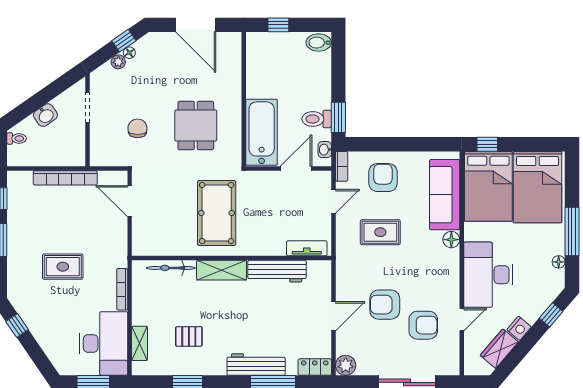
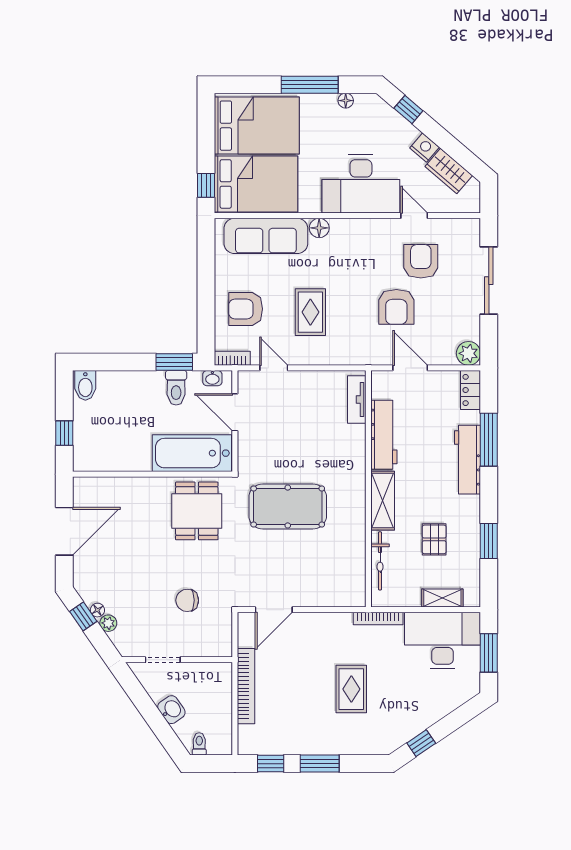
dining table: (196, 125) -> (197, 511), moved, turned 90
tv unit: (307, 248) -> (357, 399), moved
wall: (232, 258) -> (368, 489), moved
bicycle: (171, 268) -> (380, 561), moved
shelving: (222, 270) -> (383, 501), moved
workbench: (277, 271) -> (384, 435), moved

